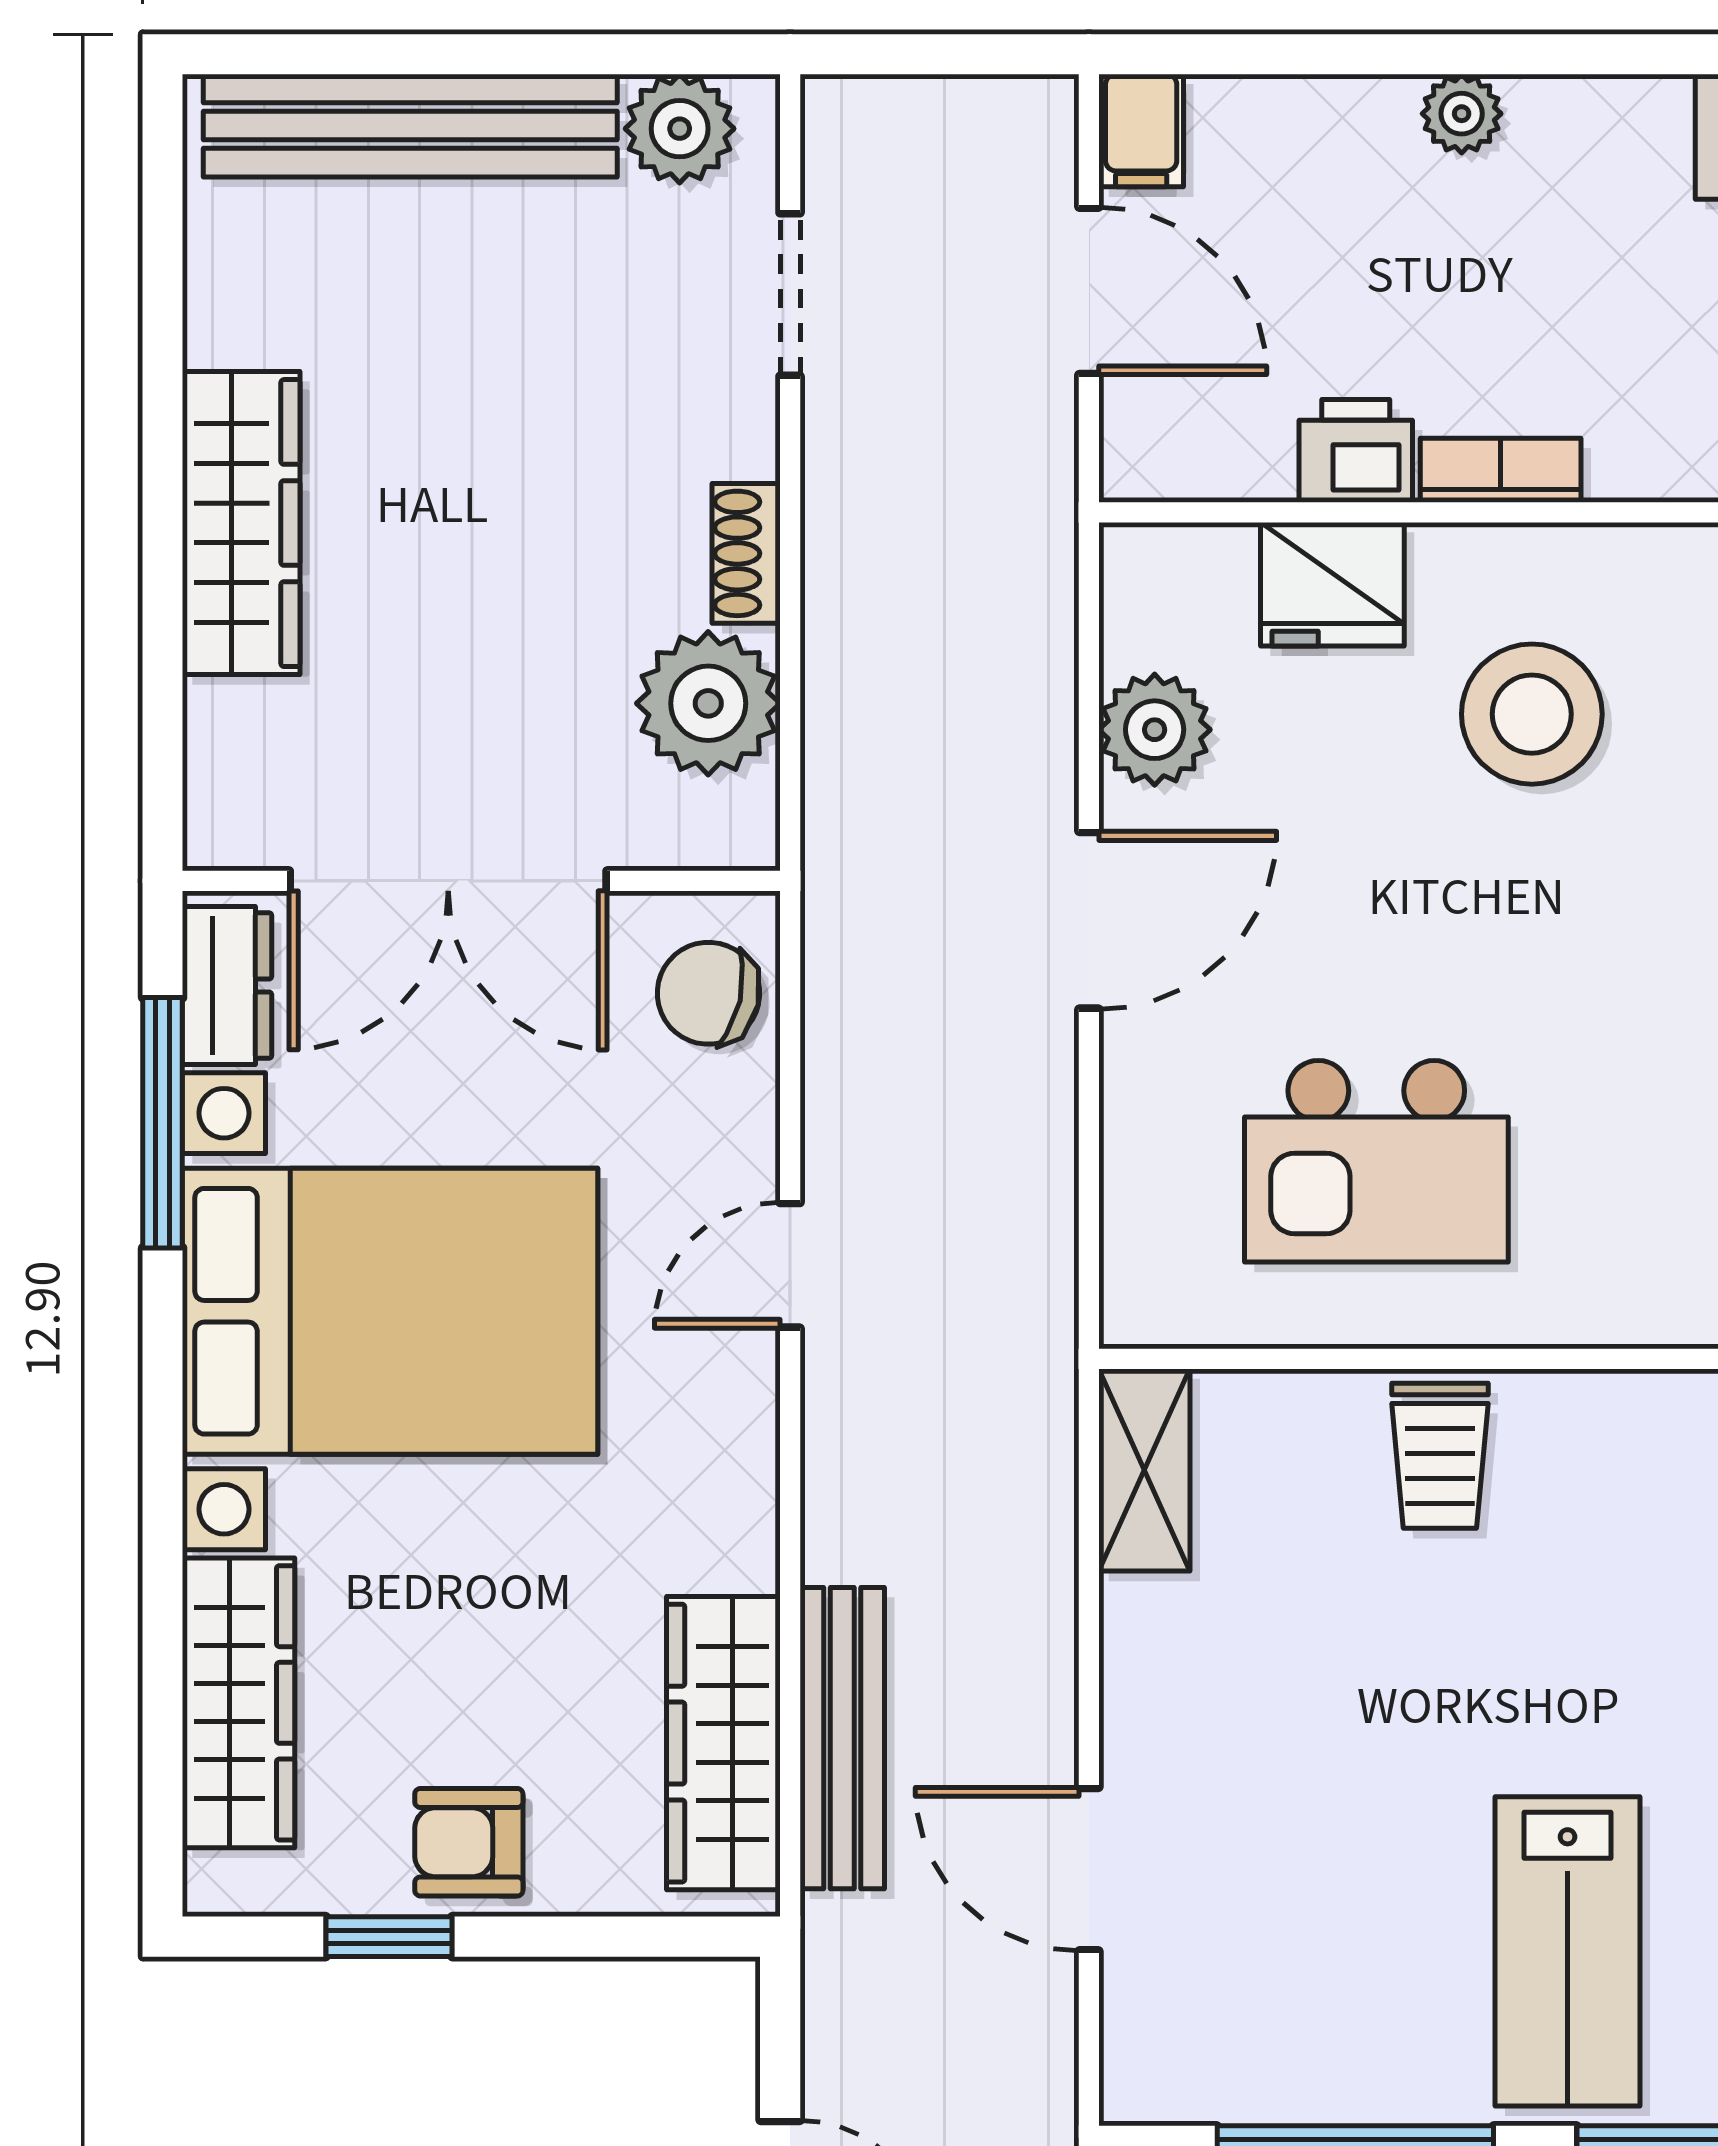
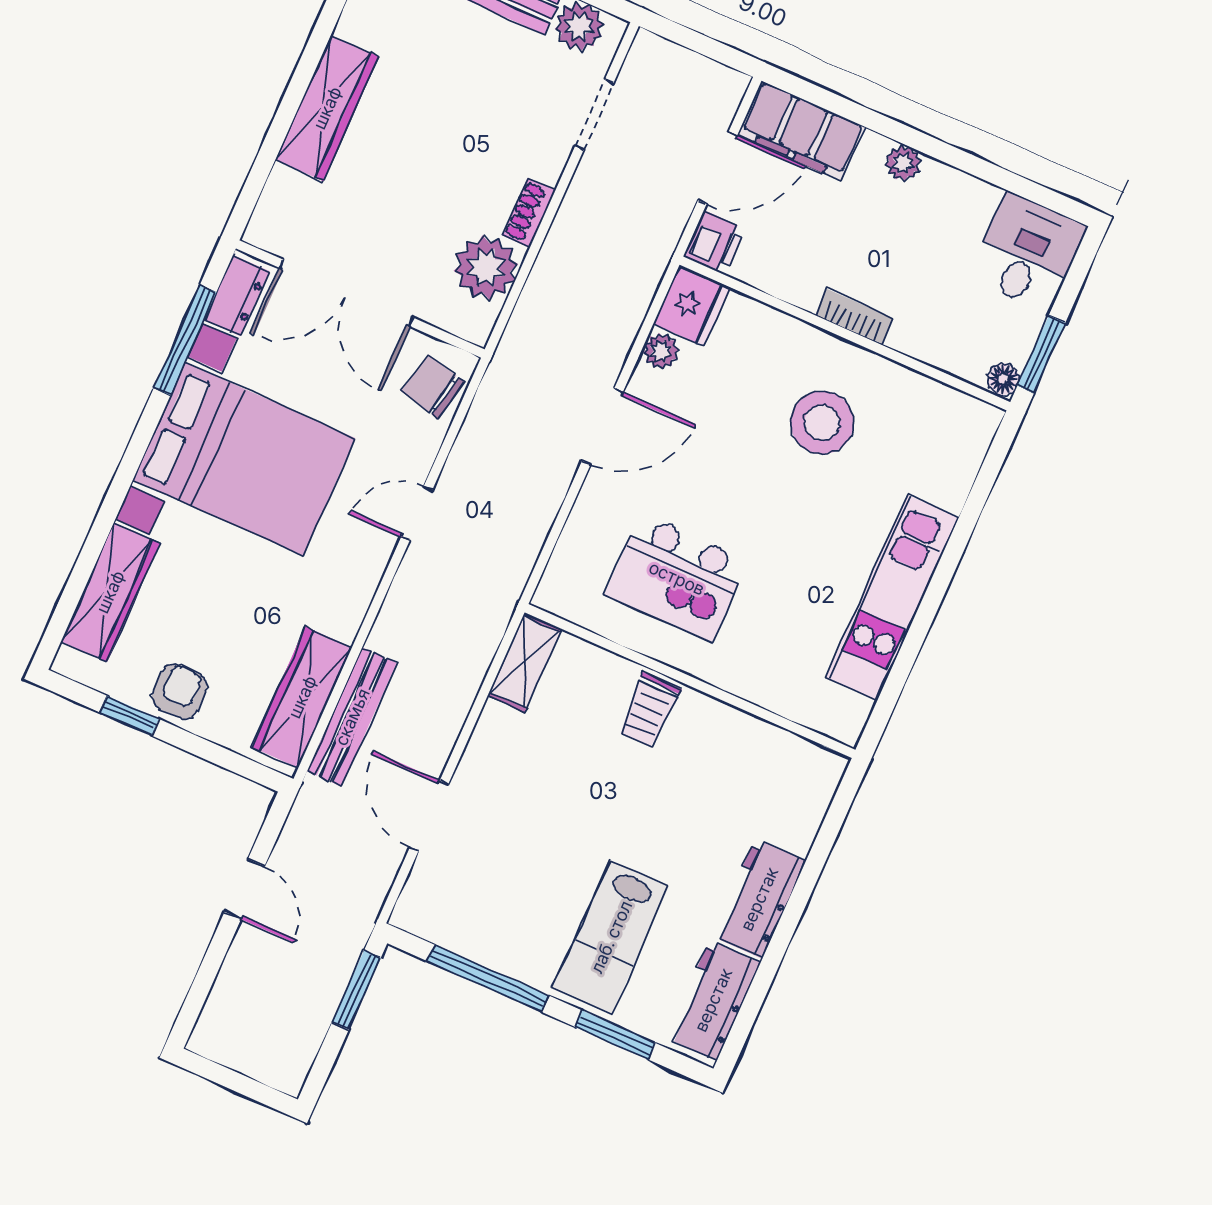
filing cabinet: (1141, 131) -> (801, 131), width x3.00, depth x1.17
door: (1089, 291) -> (718, 168), hinge flipped
printer: (1356, 451) -> (715, 243), moved, turned 90
fridge: (1332, 584) -> (692, 305), moved, turned -90
plant: (1155, 730) -> (661, 351), width x0.73, depth x0.73
armchair: (469, 1842) -> (179, 691), turned 90

